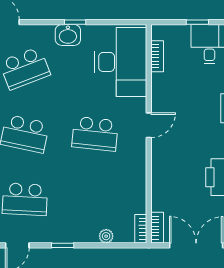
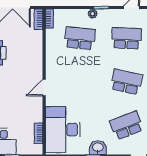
school desk: (95, 134) -> (80, 38), moved
plant: (106, 236) -> (93, 14), moved

